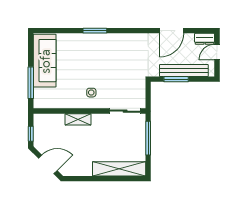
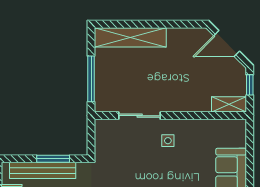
window: (31, 83) -> (250, 154), removed
sliding door: (125, 111) -> (140, 116), moved
shelving: (78, 119) -> (229, 104), moved

